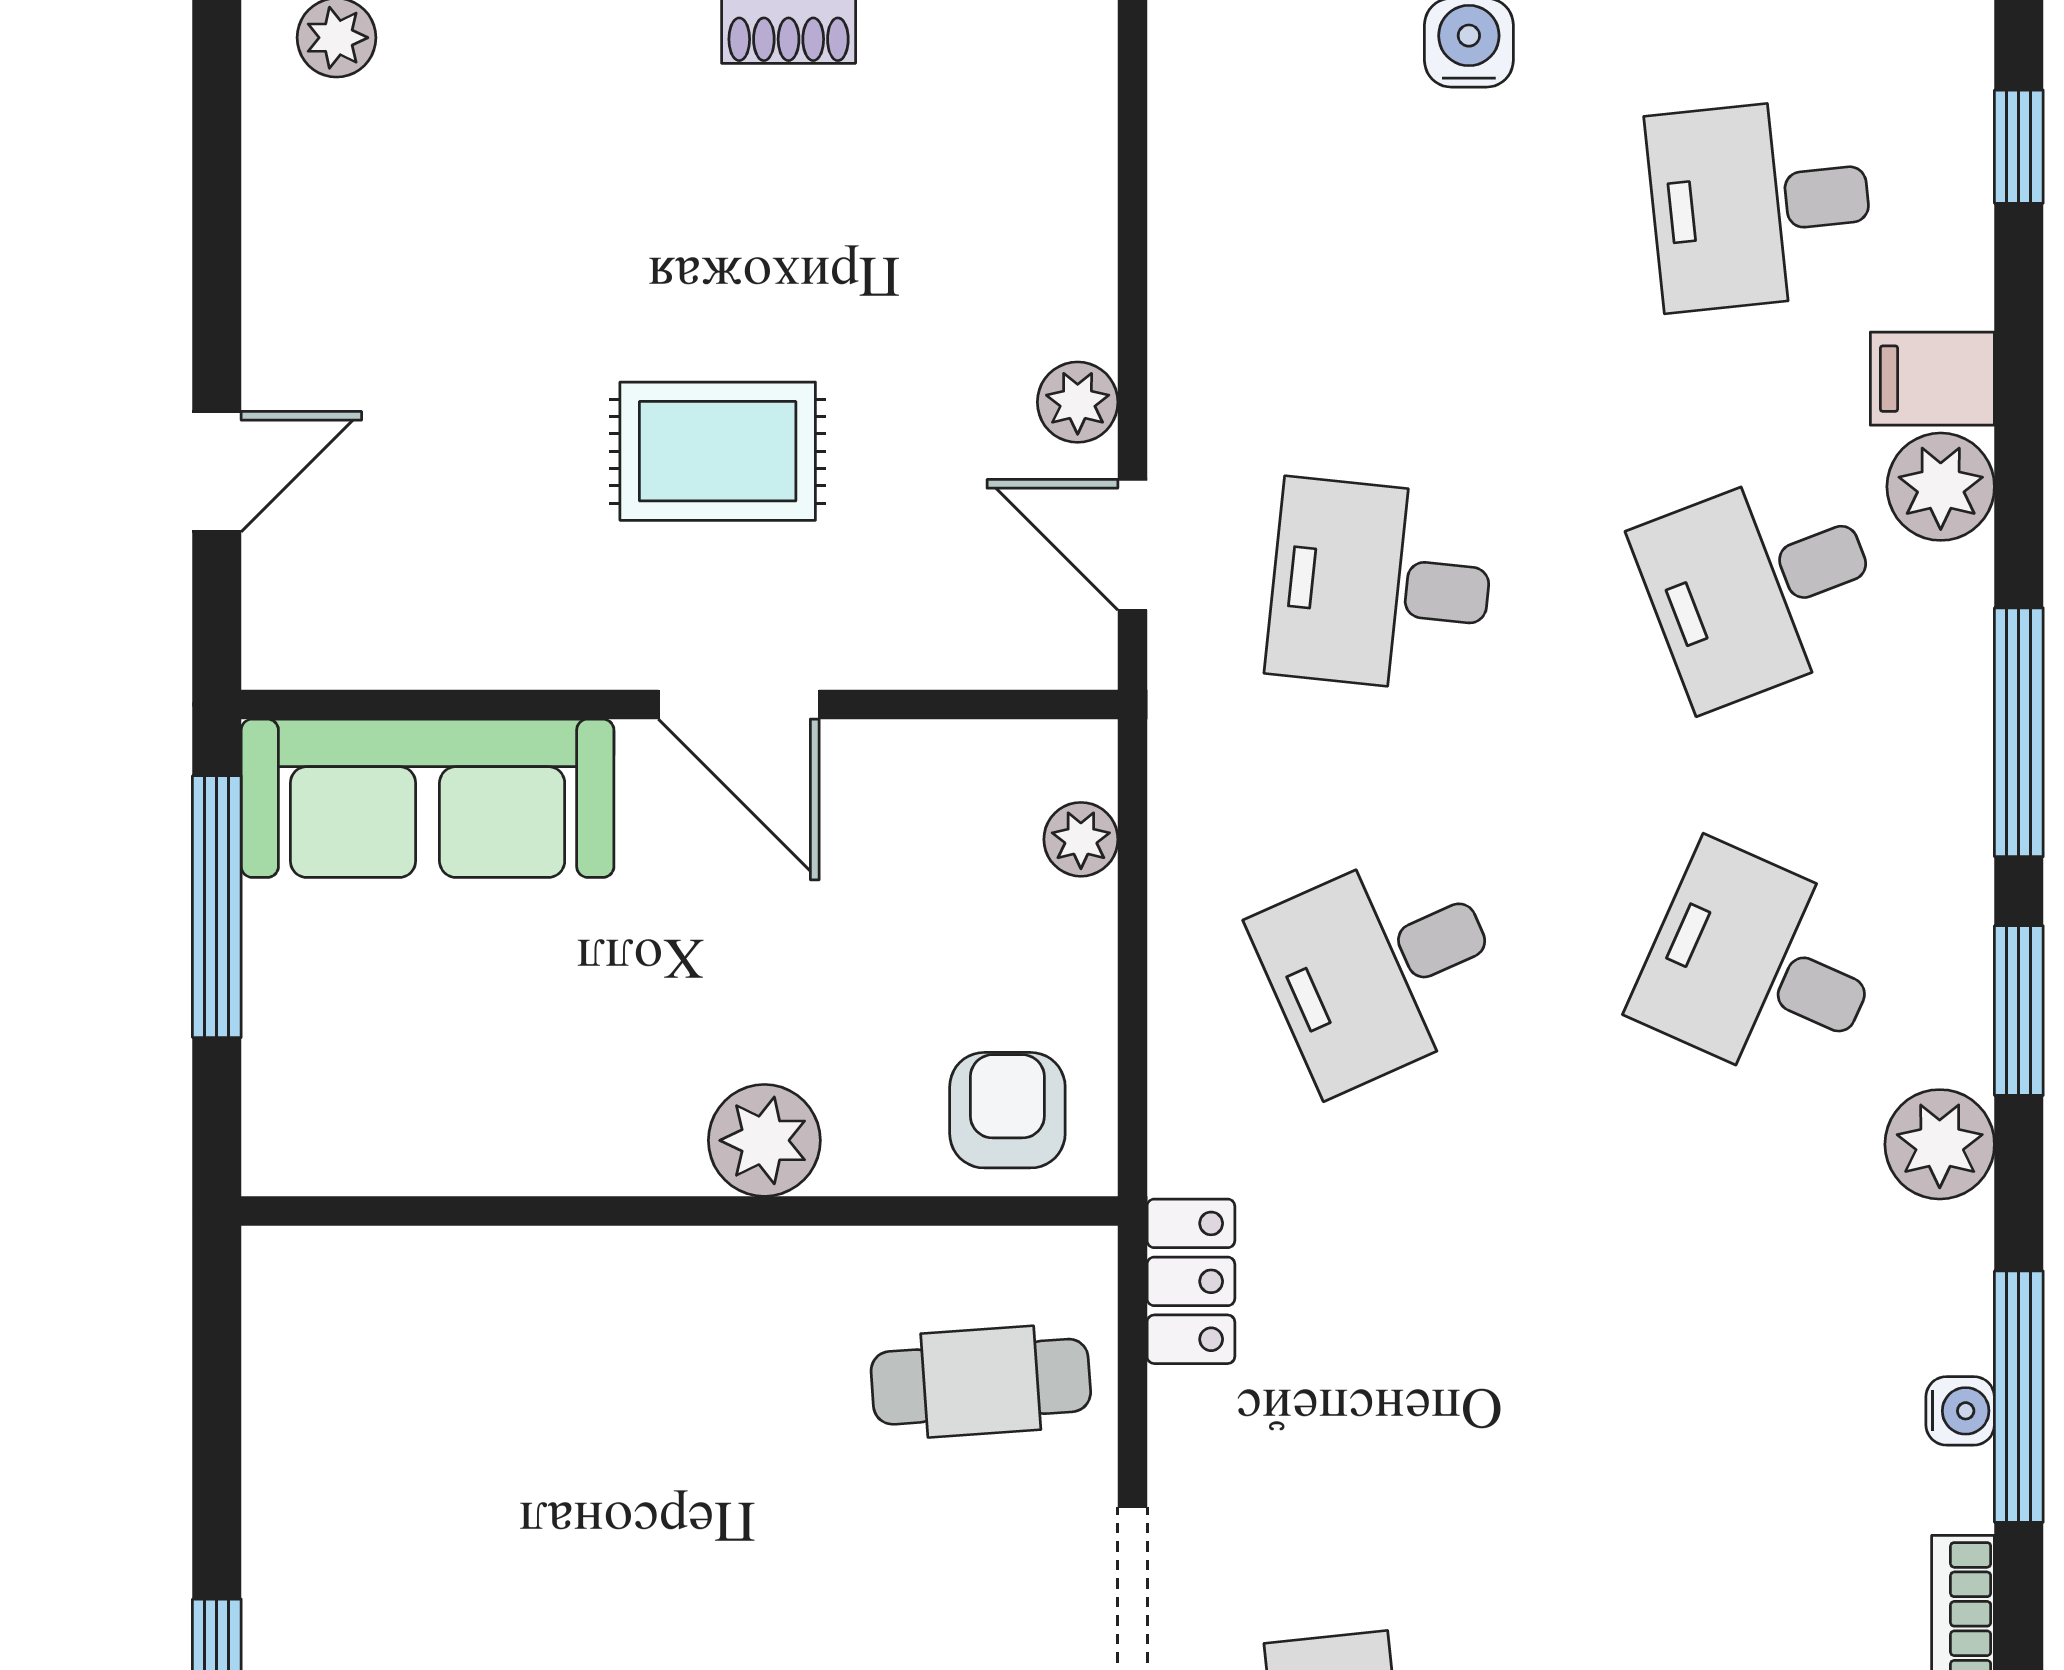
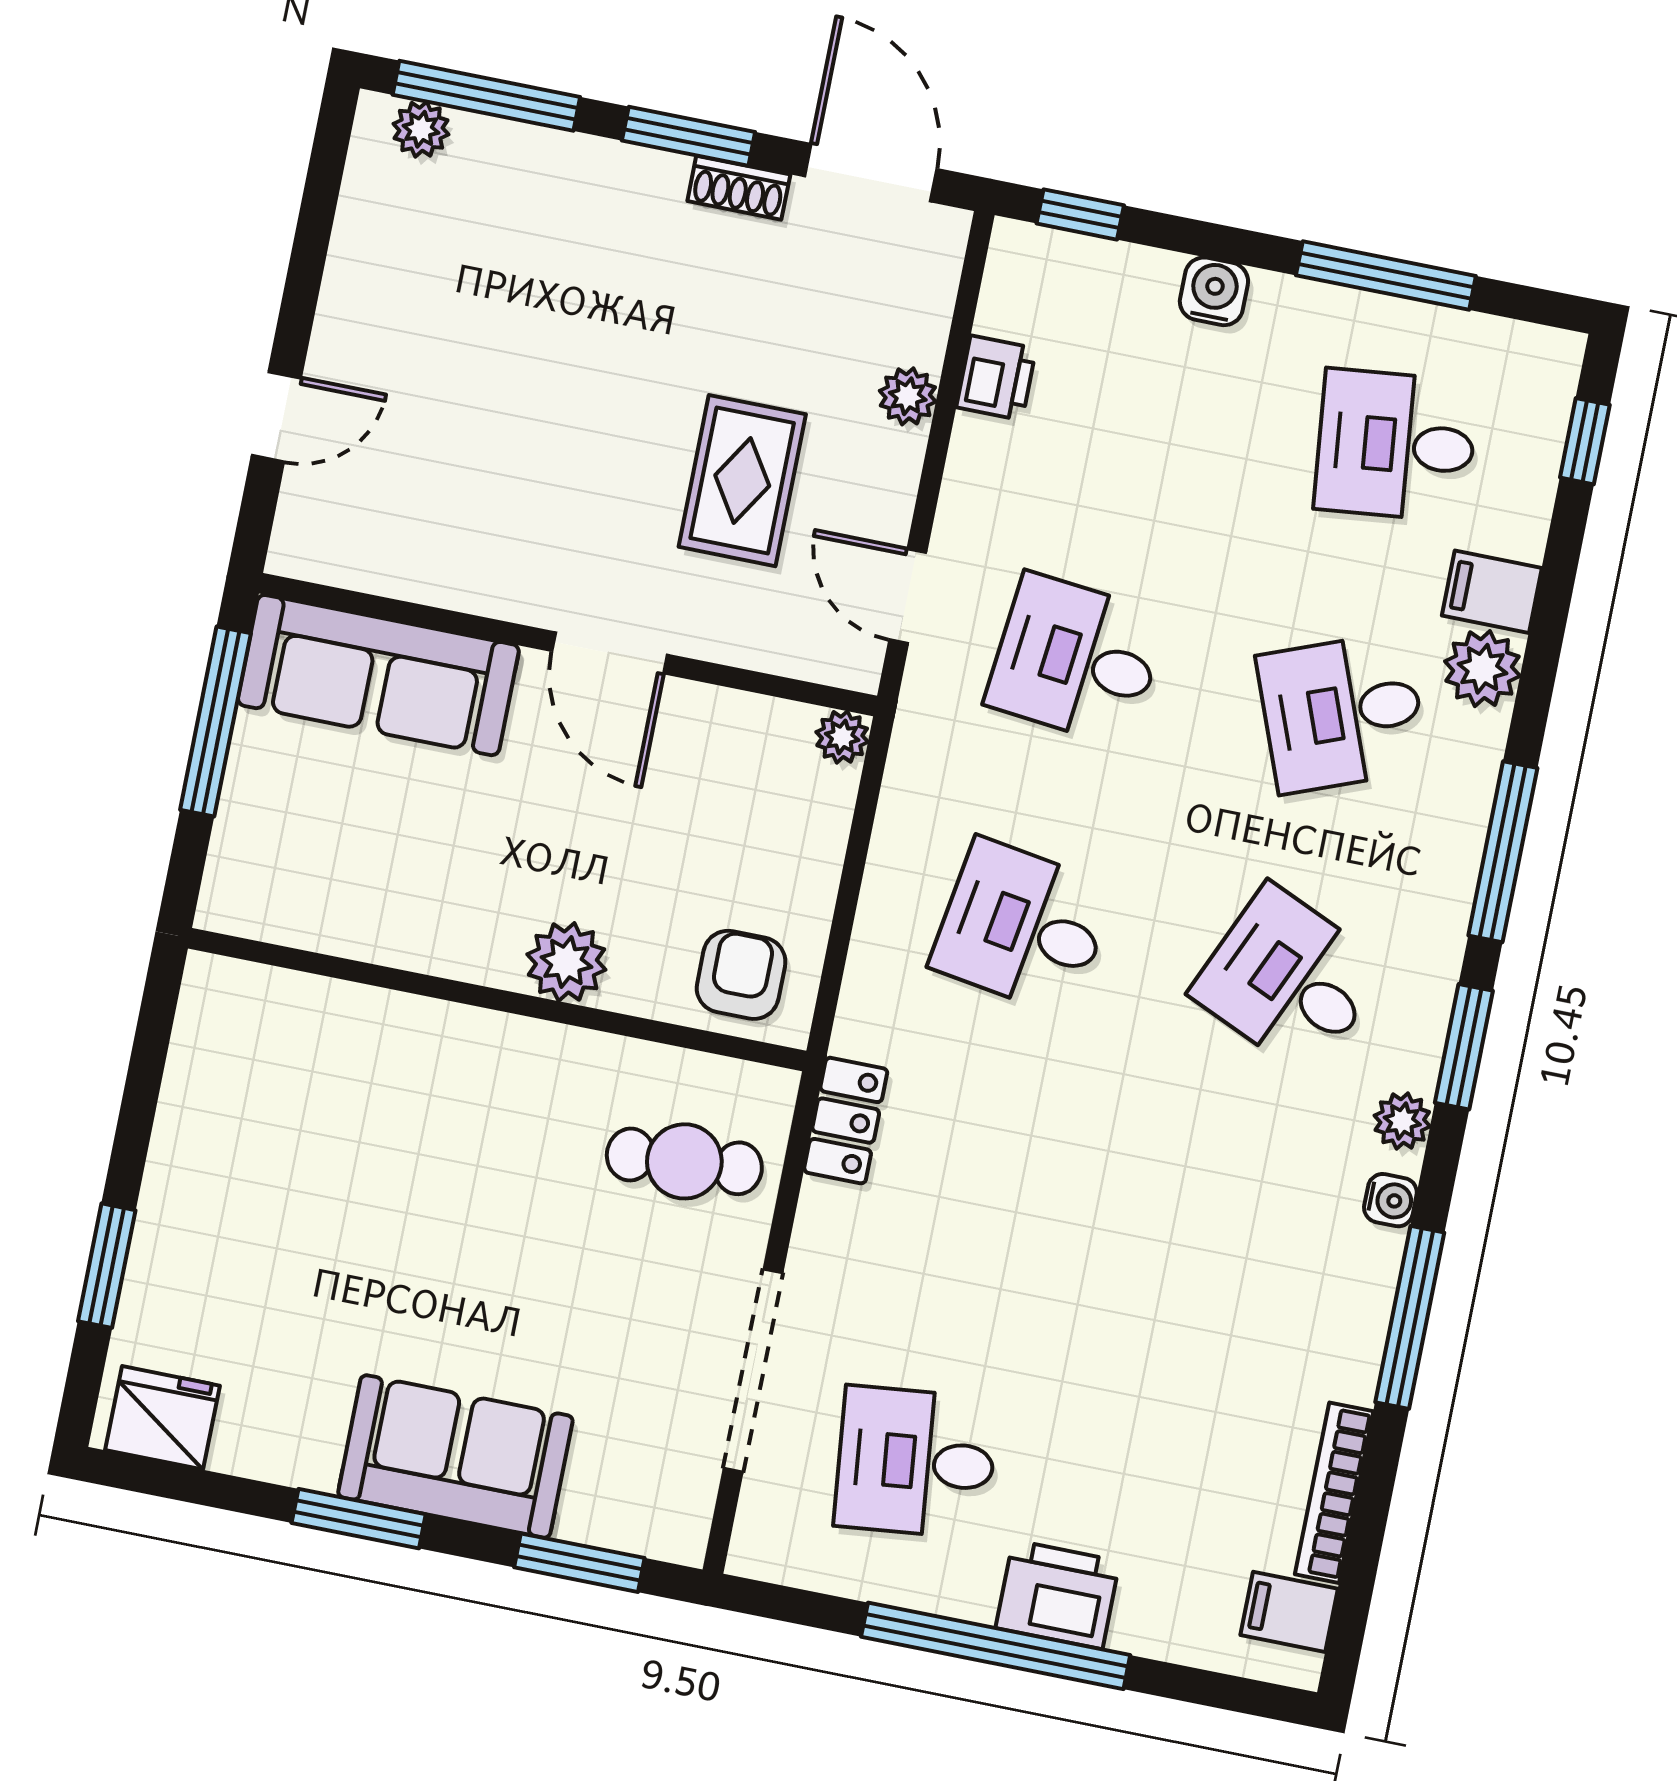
printer: (1194, 221) -> (996, 378), added
plant: (1078, 402) -> (908, 396), moved
rug: (718, 451) -> (742, 481), moved, turned 90
plant: (1081, 839) -> (842, 737), moved
desk: (1381, 967) -> (1023, 927), turned 33
plant: (1940, 1144) -> (1402, 1121), width x0.73, depth x0.73
water cooler: (1960, 1411) -> (1390, 1200), moved

